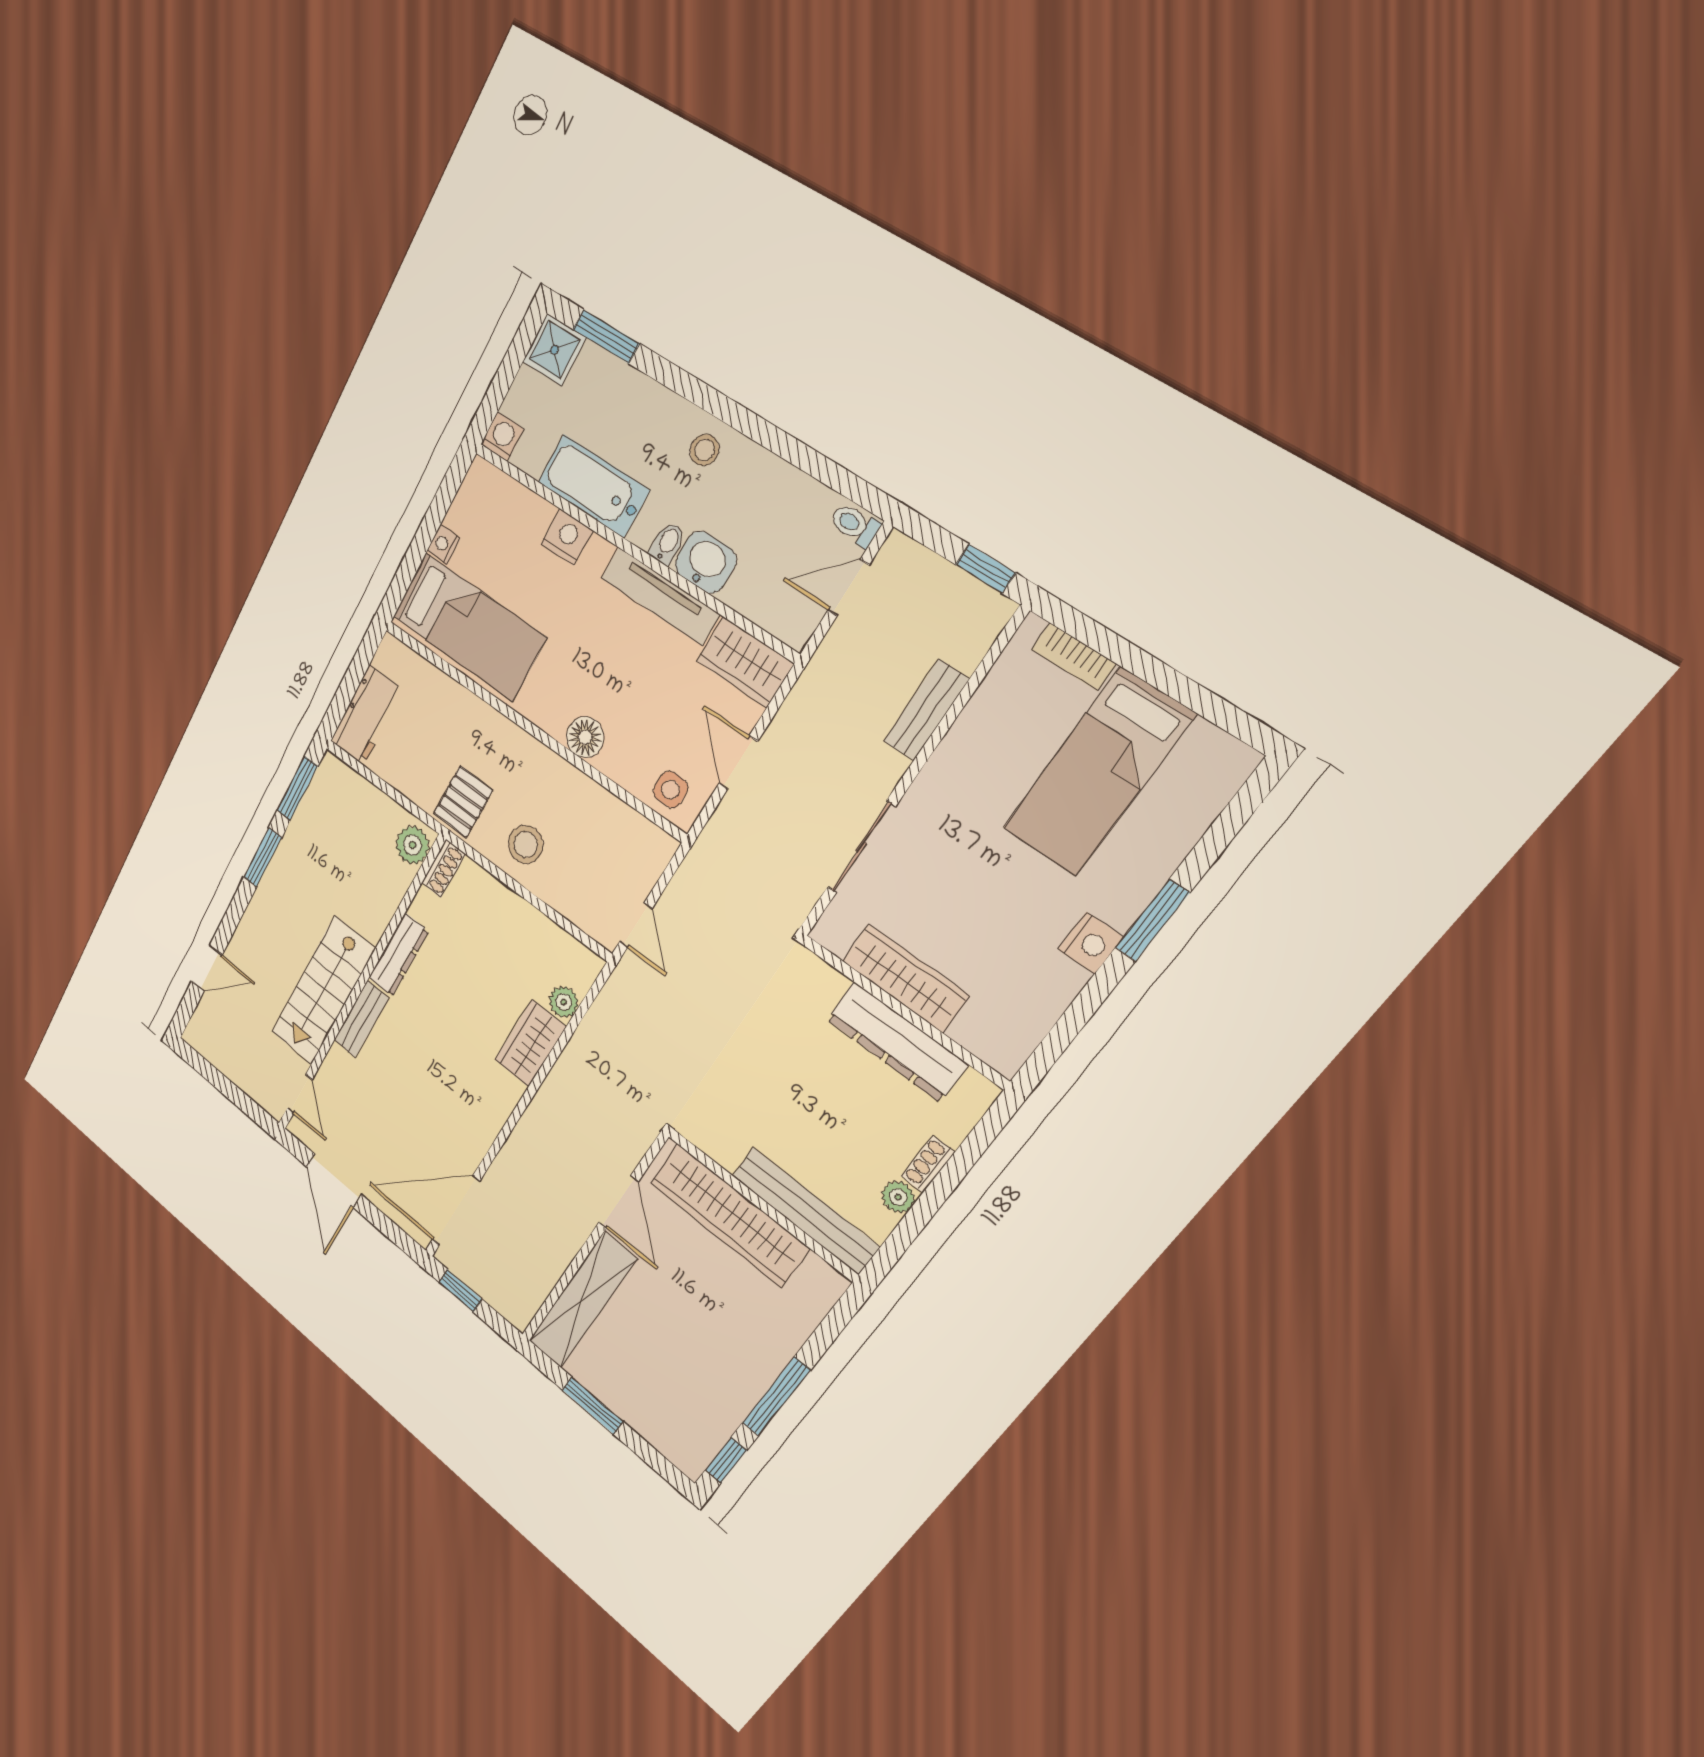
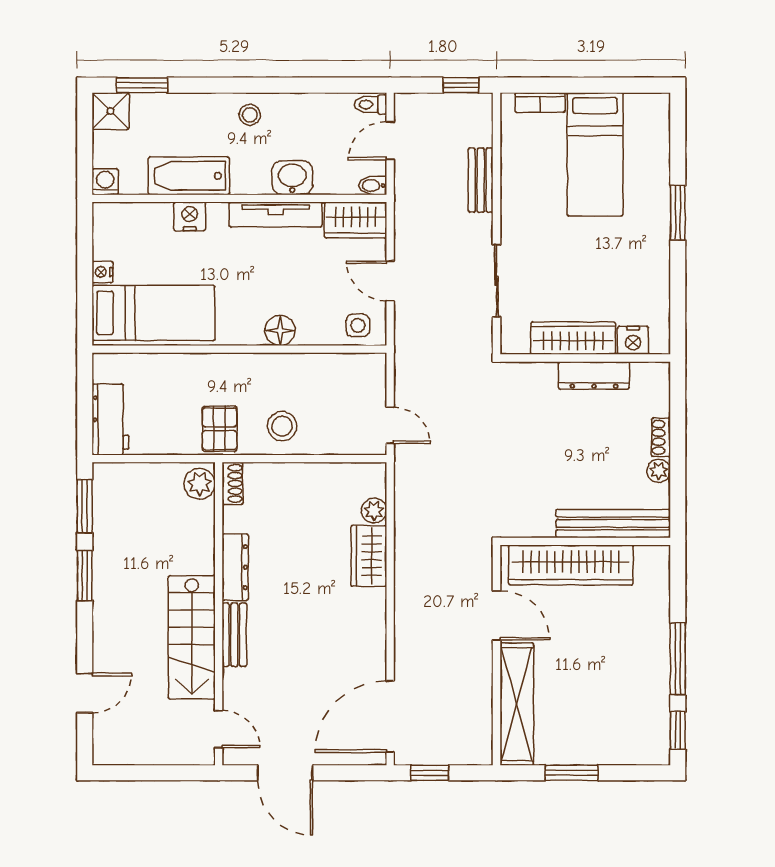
bidet: (667, 543) -> (373, 185), moved, turned -90
nightstand: (1090, 943) -> (633, 340), moved, turned 90
dresser: (897, 1042) -> (594, 375), width x0.73, depth x0.80

